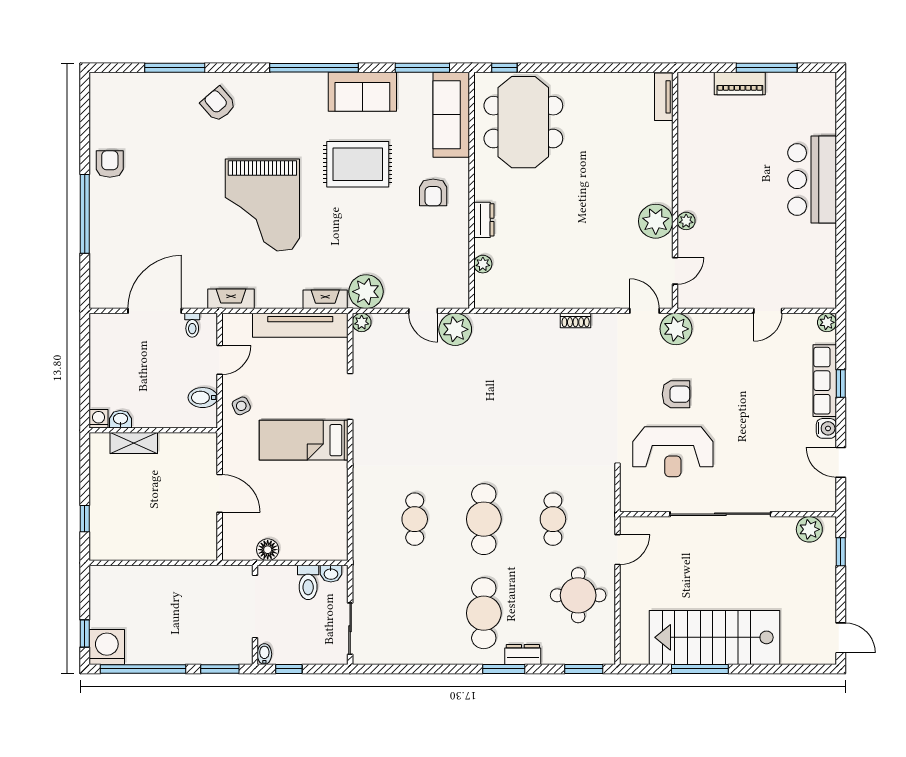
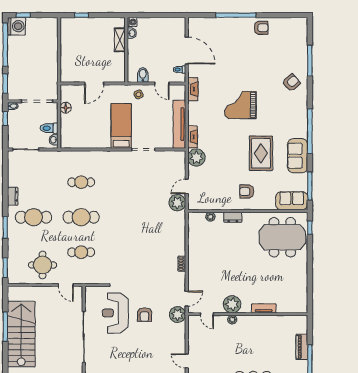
tv unit: (664, 97) -> (264, 308), moved
sofa: (451, 115) -> (292, 201), width x0.73
grand piano: (262, 205) -> (240, 105), width x0.73, depth x0.68
plant: (362, 322) -> (181, 155), removed
dresser: (523, 654) -> (13, 196), moved

